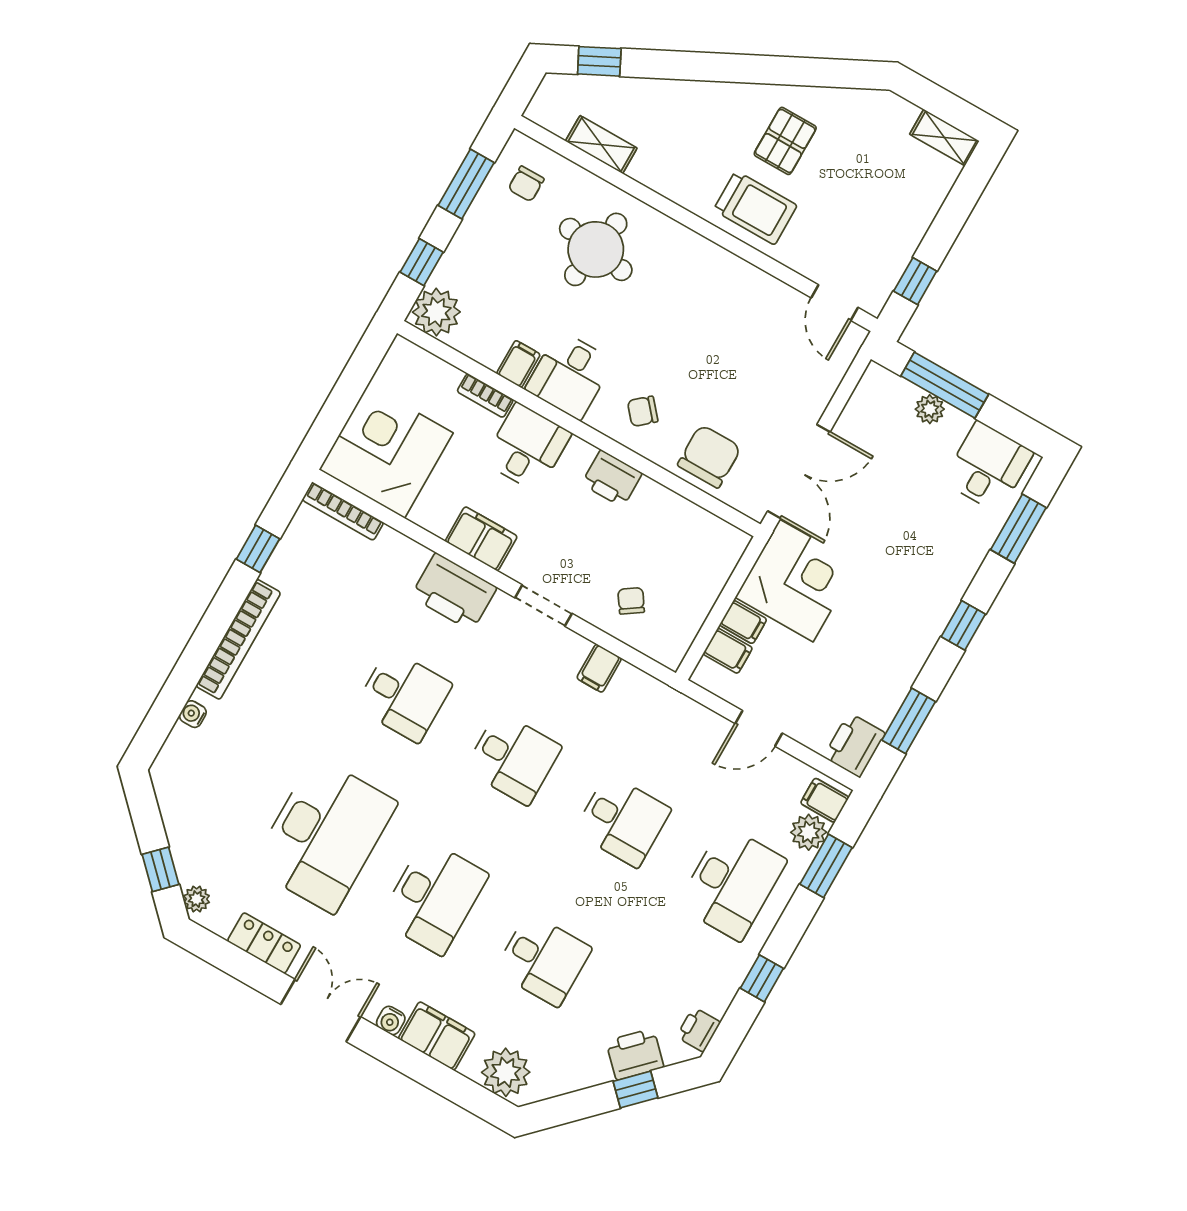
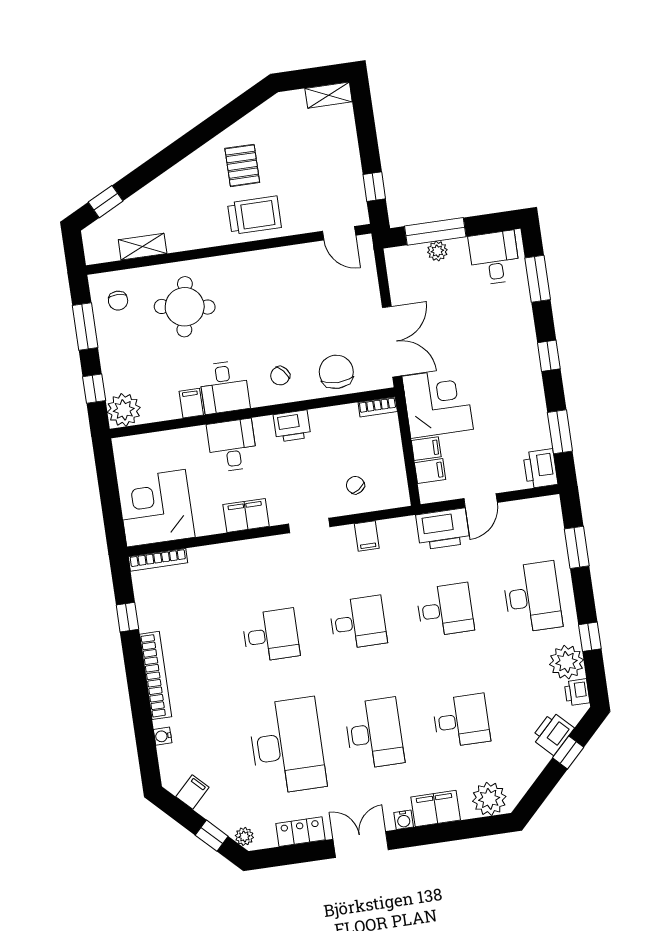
bookcase: (485, 396) -> (378, 407), moved
printer: (454, 592) -> (443, 529), moved
filing cabinet: (825, 800) -> (192, 792), moved, turned 135
plant: (809, 832) -> (566, 662), moved, width x1.36, depth x1.36

